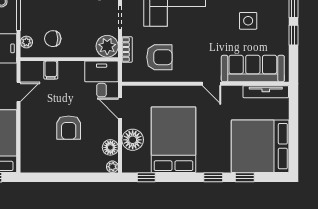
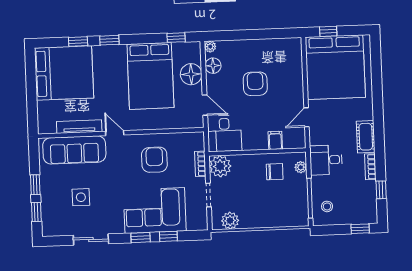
armchair: (159, 57) -> (154, 160), moved, turned 90
tv unit: (266, 92) -> (79, 127), moved

